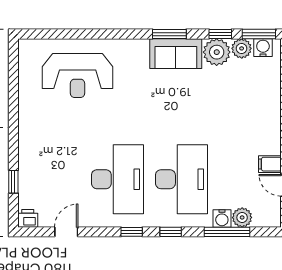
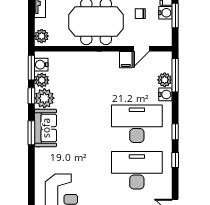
window: (227, 232) -> (175, 75), moved

